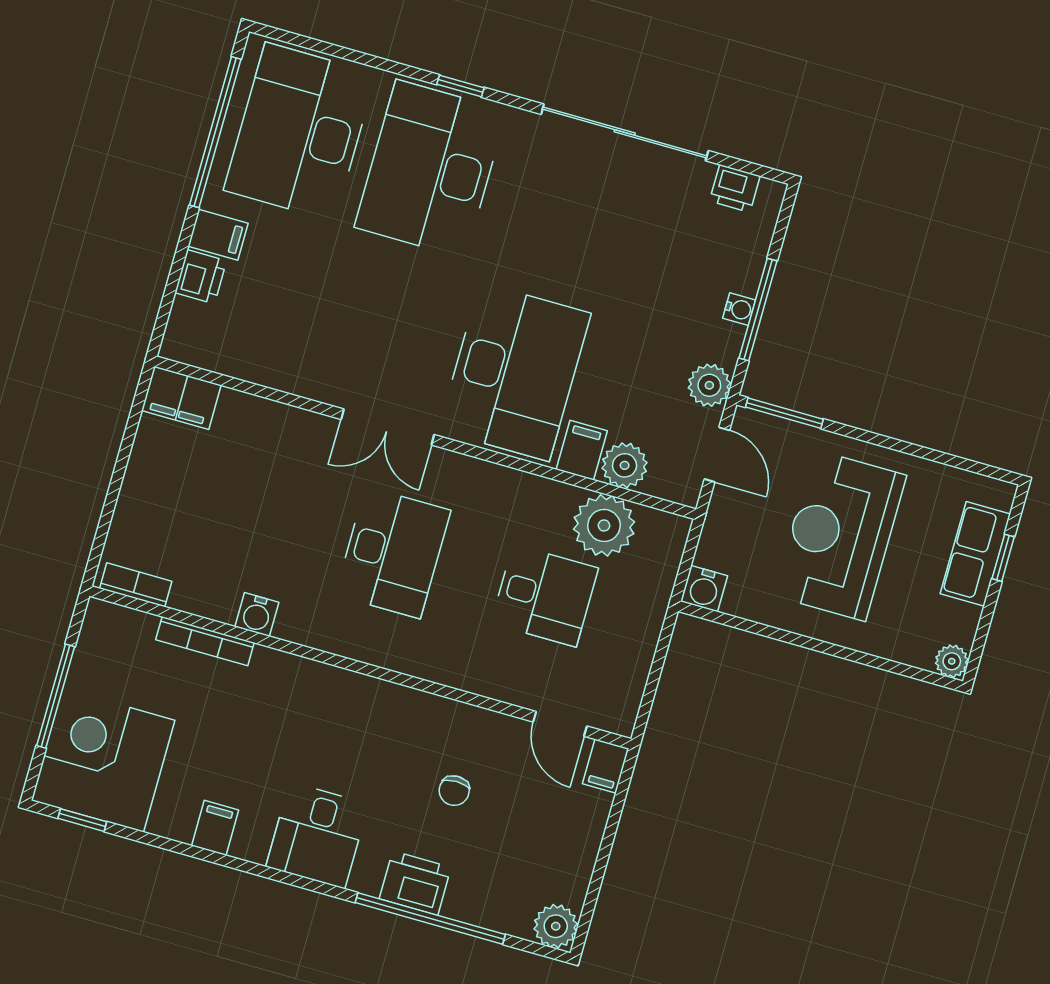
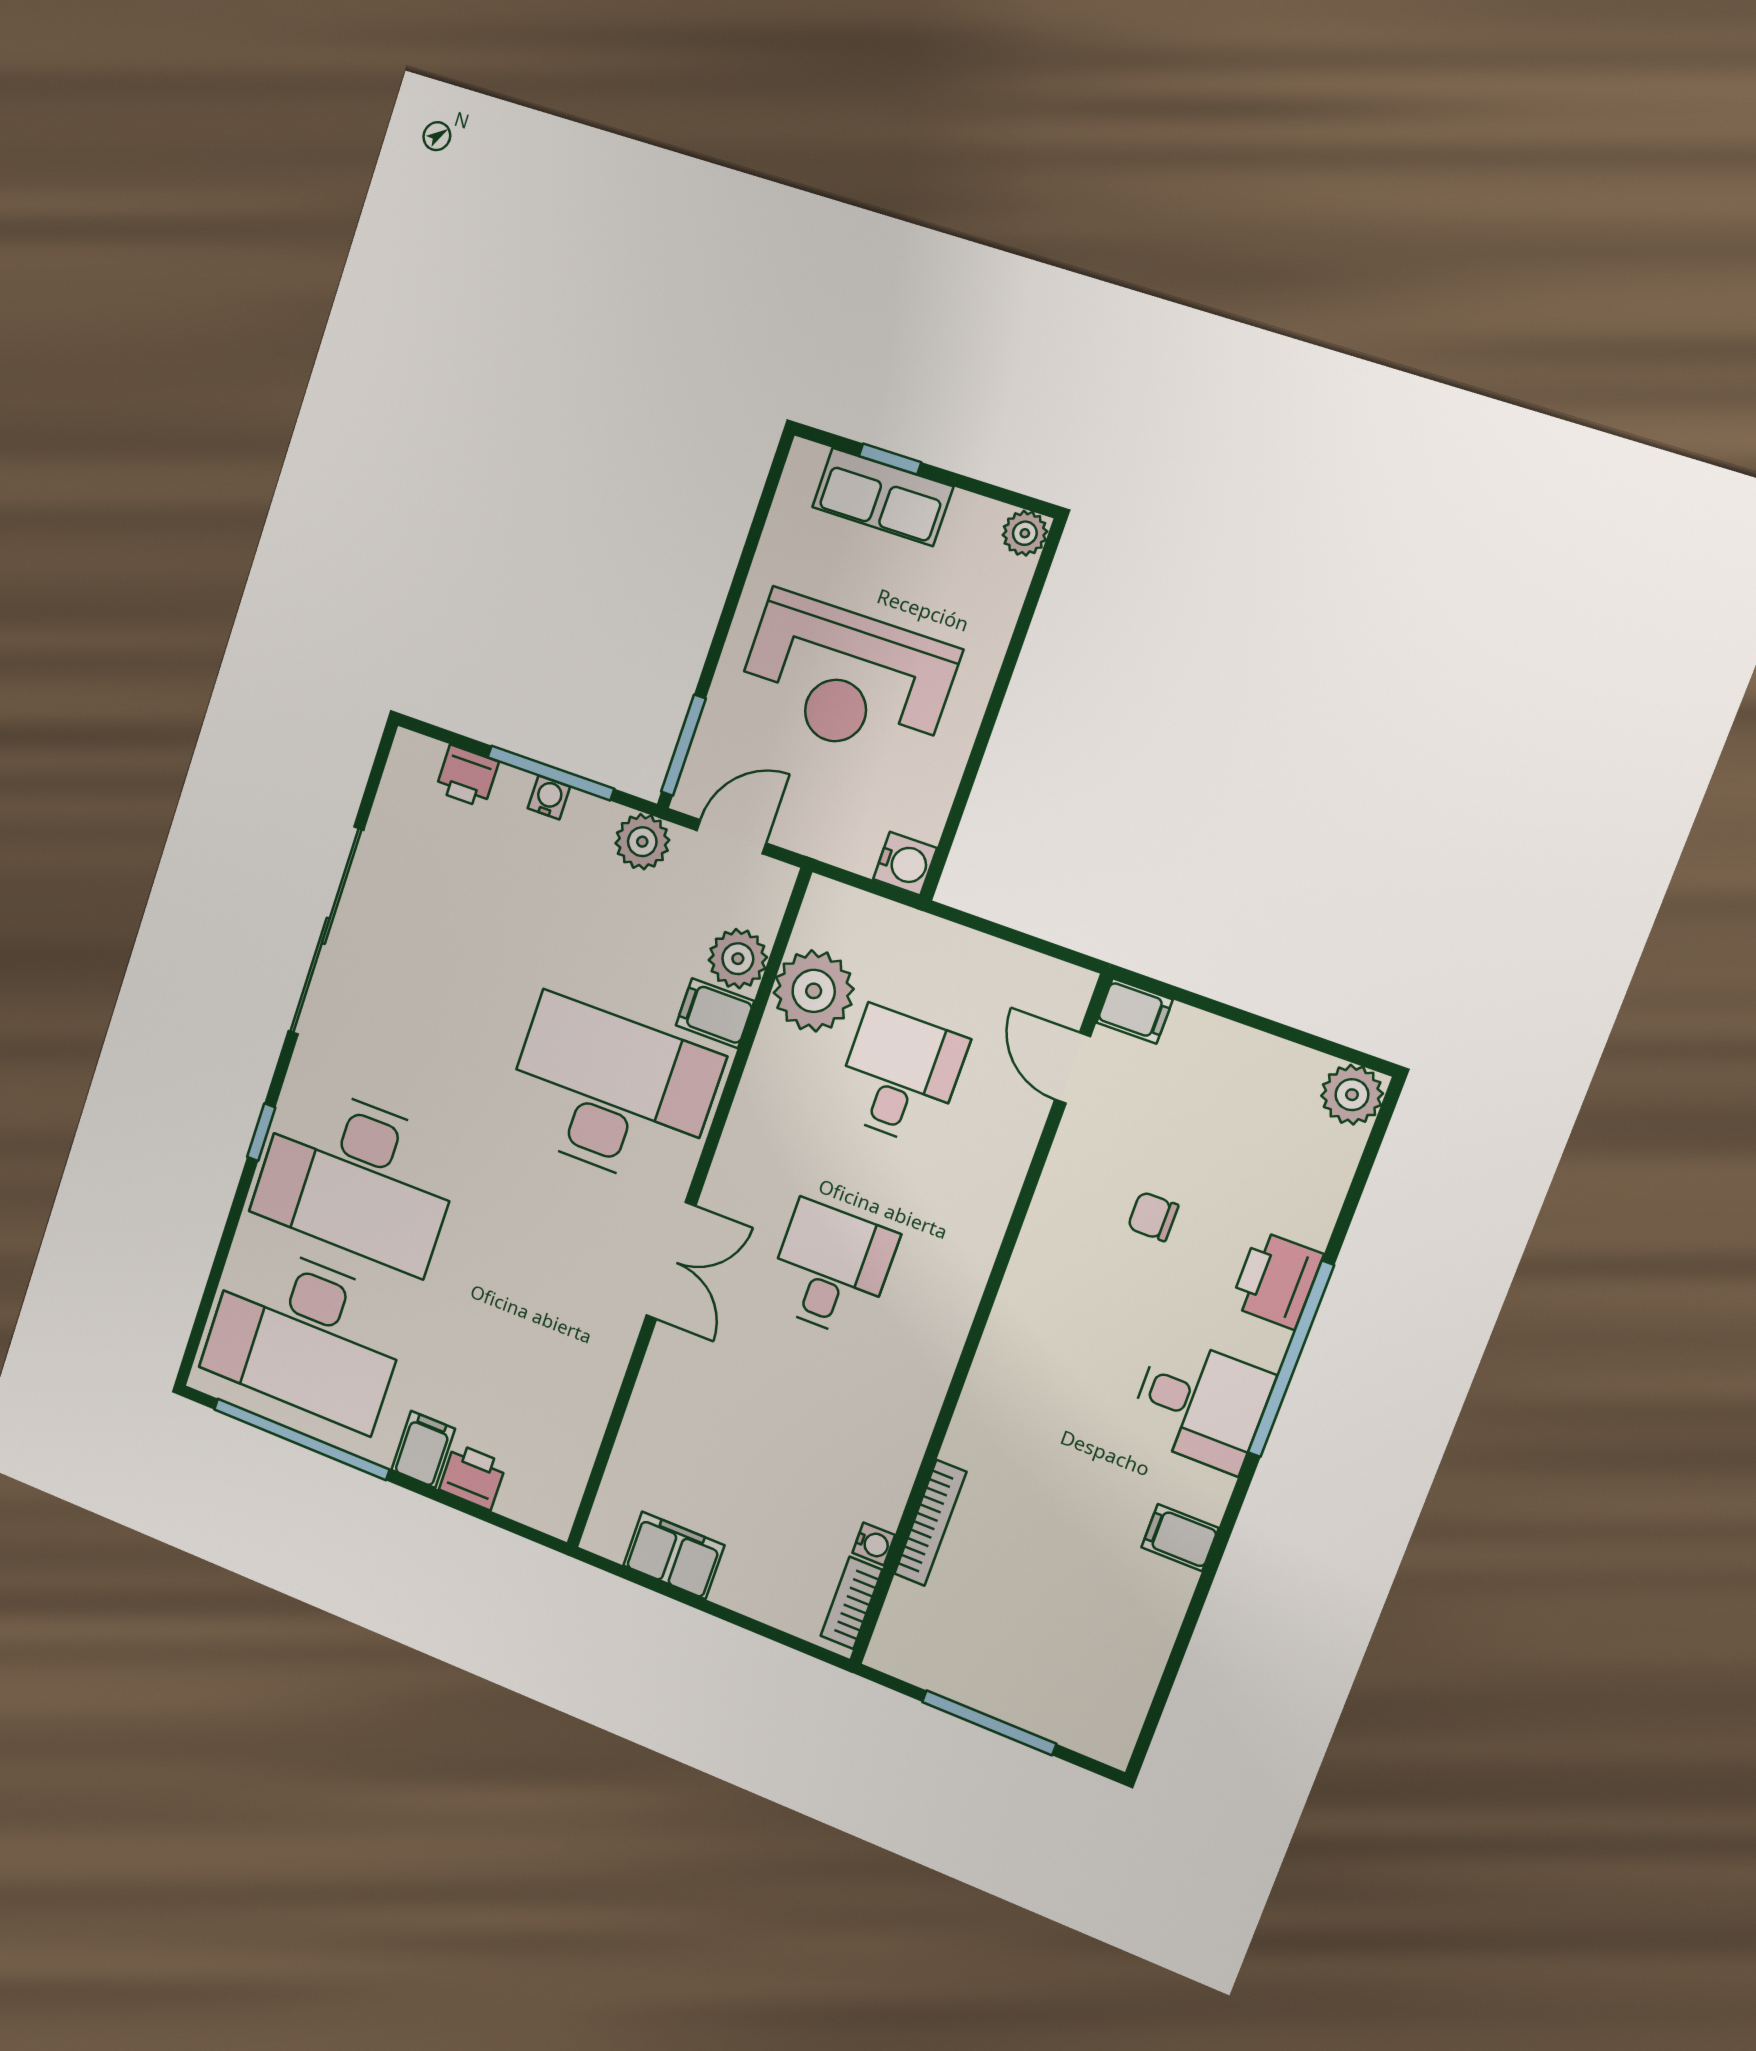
printer: (735, 189) -> (467, 776), moved, turned 90
filing cabinet: (181, 398) -> (674, 1555), moved, turned -90
desk: (393, 553) -> (831, 1269), width x0.73
water cooler: (257, 615) -> (874, 1544), moved, width x0.72, depth x0.72
door: (560, 724) -> (1073, 1068), swing flipped
corner desk: (103, 760) -> (1078, 1673), removed
chair: (454, 791) -> (1153, 1216), turned 180
window: (82, 820) -> (1156, 1709), removed
window: (430, 918) -> (1291, 1359), moved

